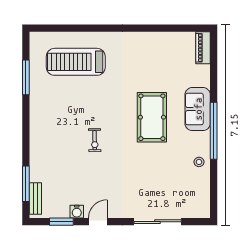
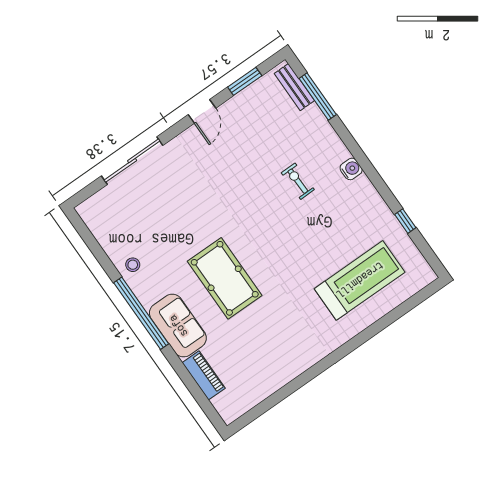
piano: (203, 48) -> (204, 375), moved
window: (26, 77) -> (405, 221), width x0.46
exercise bike: (95, 140) -> (298, 181), moved
water cooler: (77, 212) -> (351, 169), moved, turned 90

